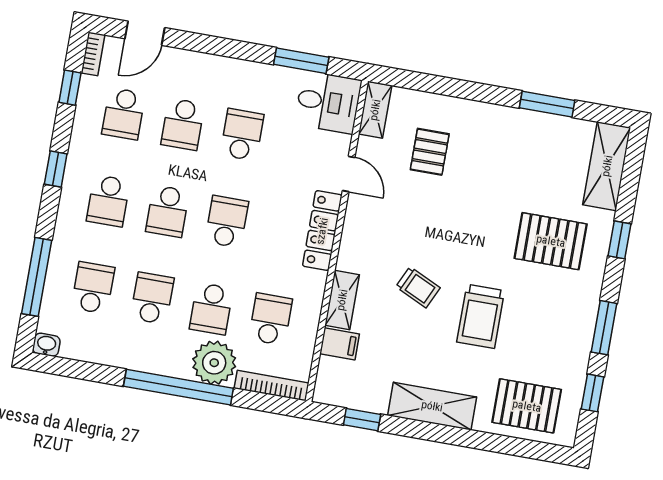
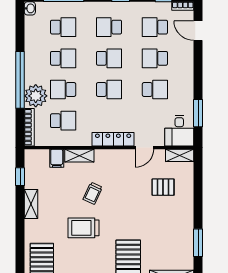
school desk: (167, 211) -> (109, 58), turned 180
shelving: (432, 406) -> (31, 204), width x0.67, depth x0.75

